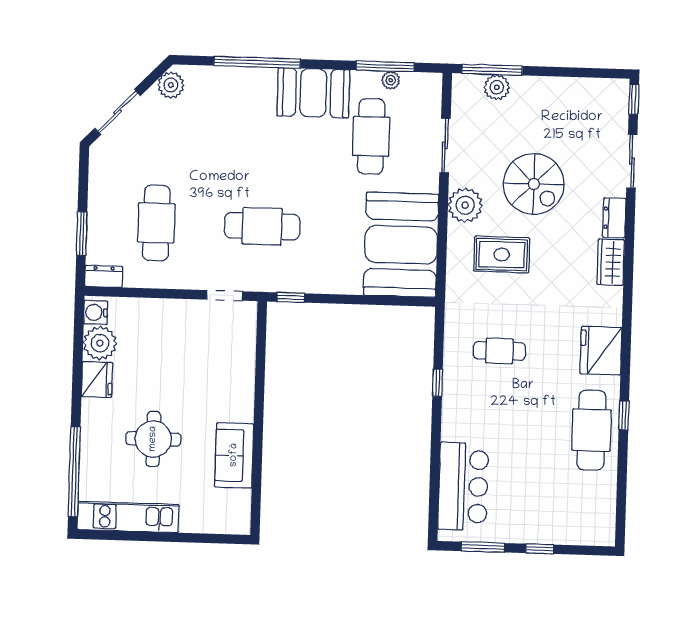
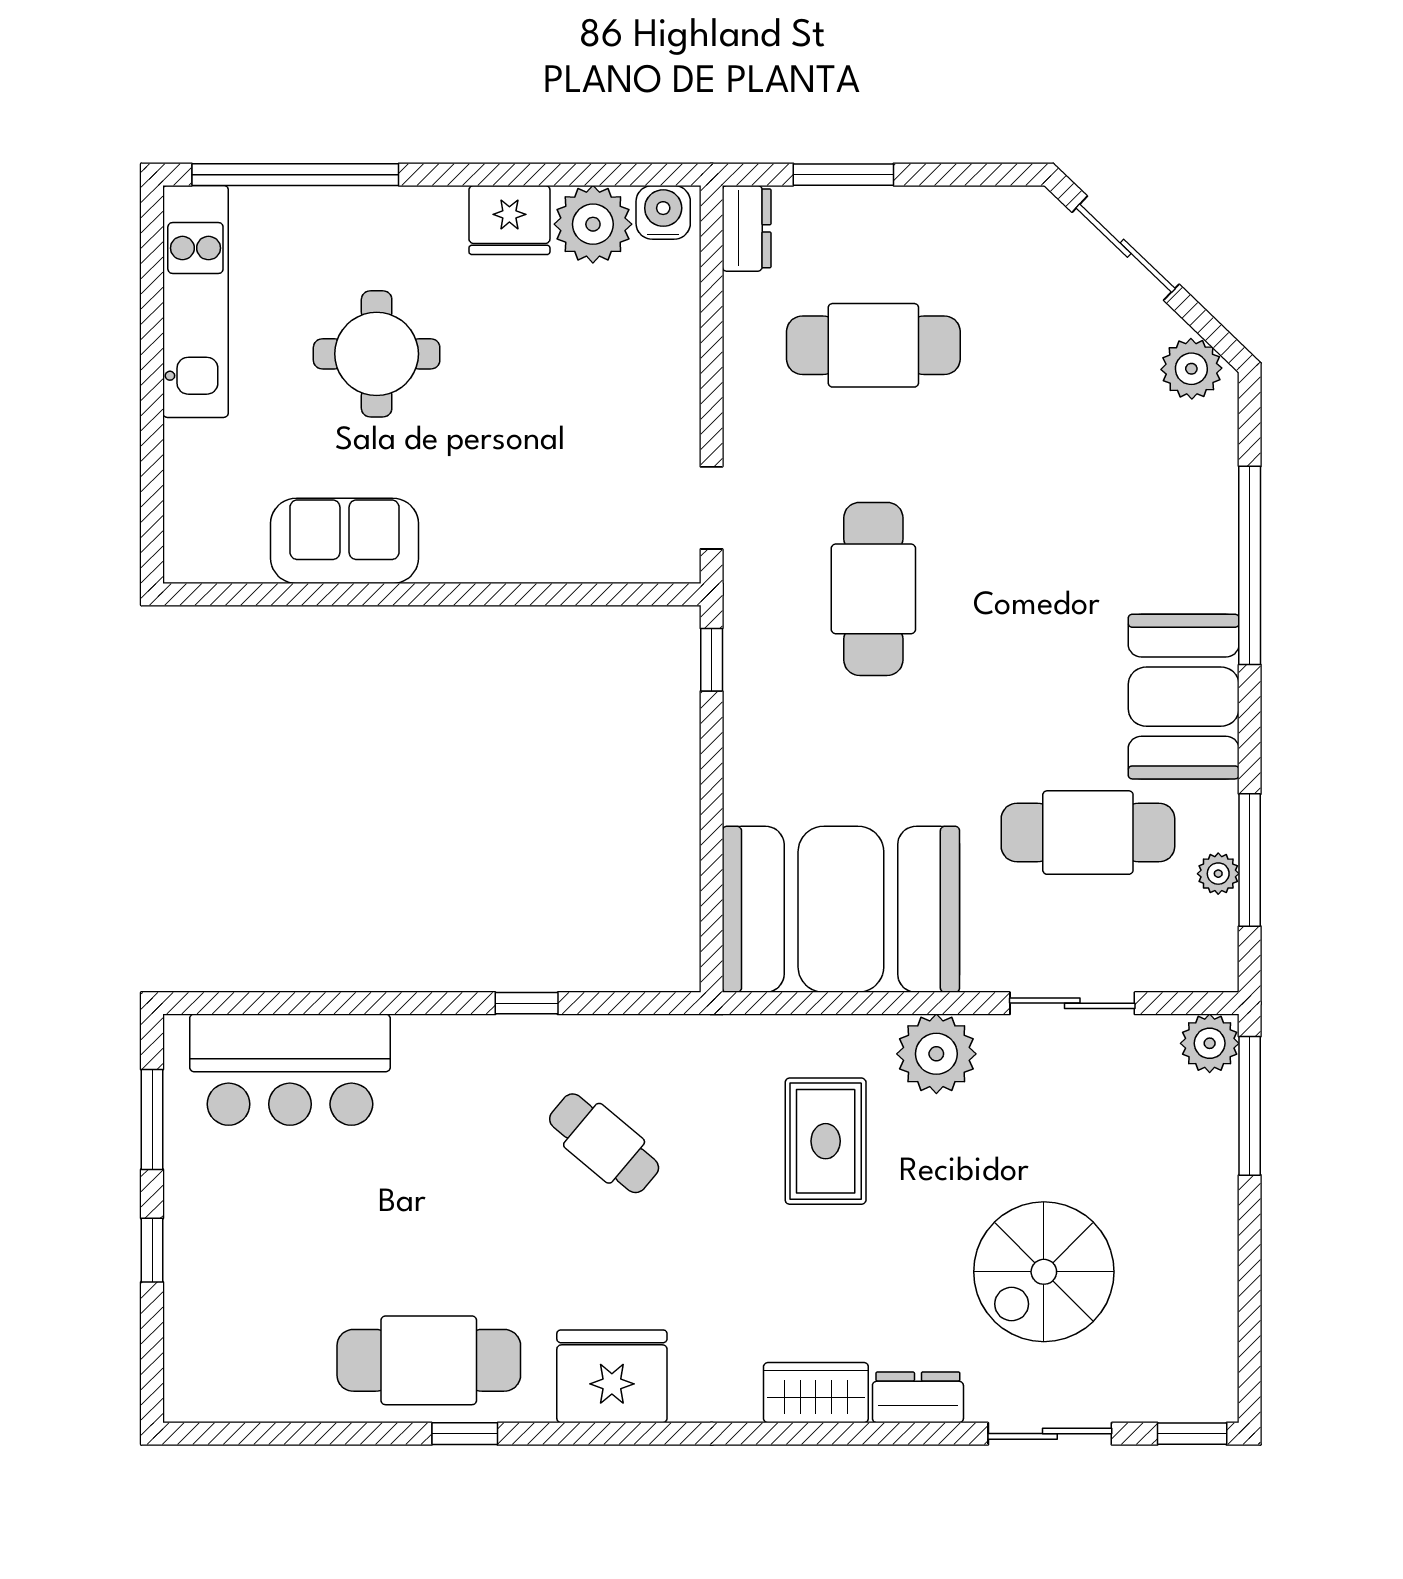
plant: (497, 87) -> (1210, 1043), moved
spiral stairs: (534, 184) -> (1044, 1272), moved
cafe table: (500, 351) -> (604, 1143), turned -50

